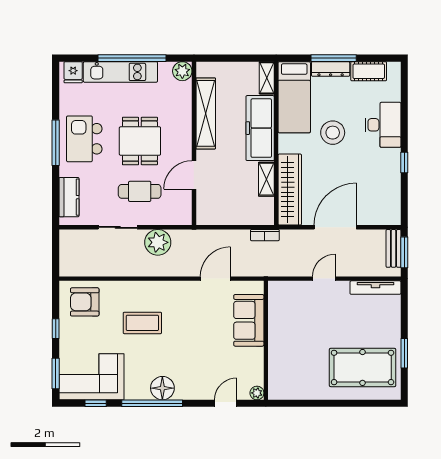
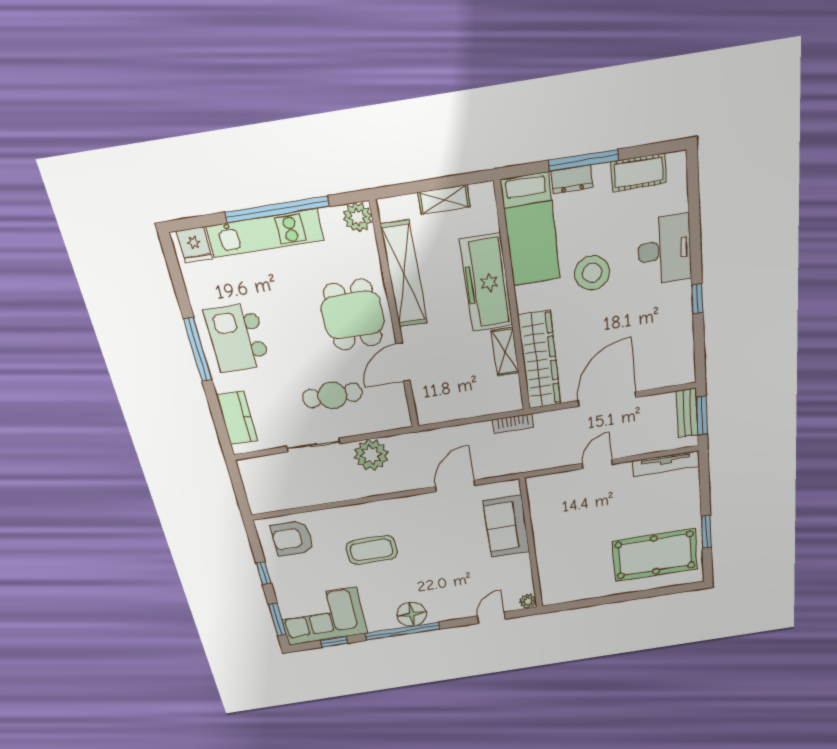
dresser: (331, 69) -> (572, 180), width x0.70
shelving: (267, 78) -> (444, 200), moved, turned 90
dining table: (140, 141) -> (353, 315), moved

